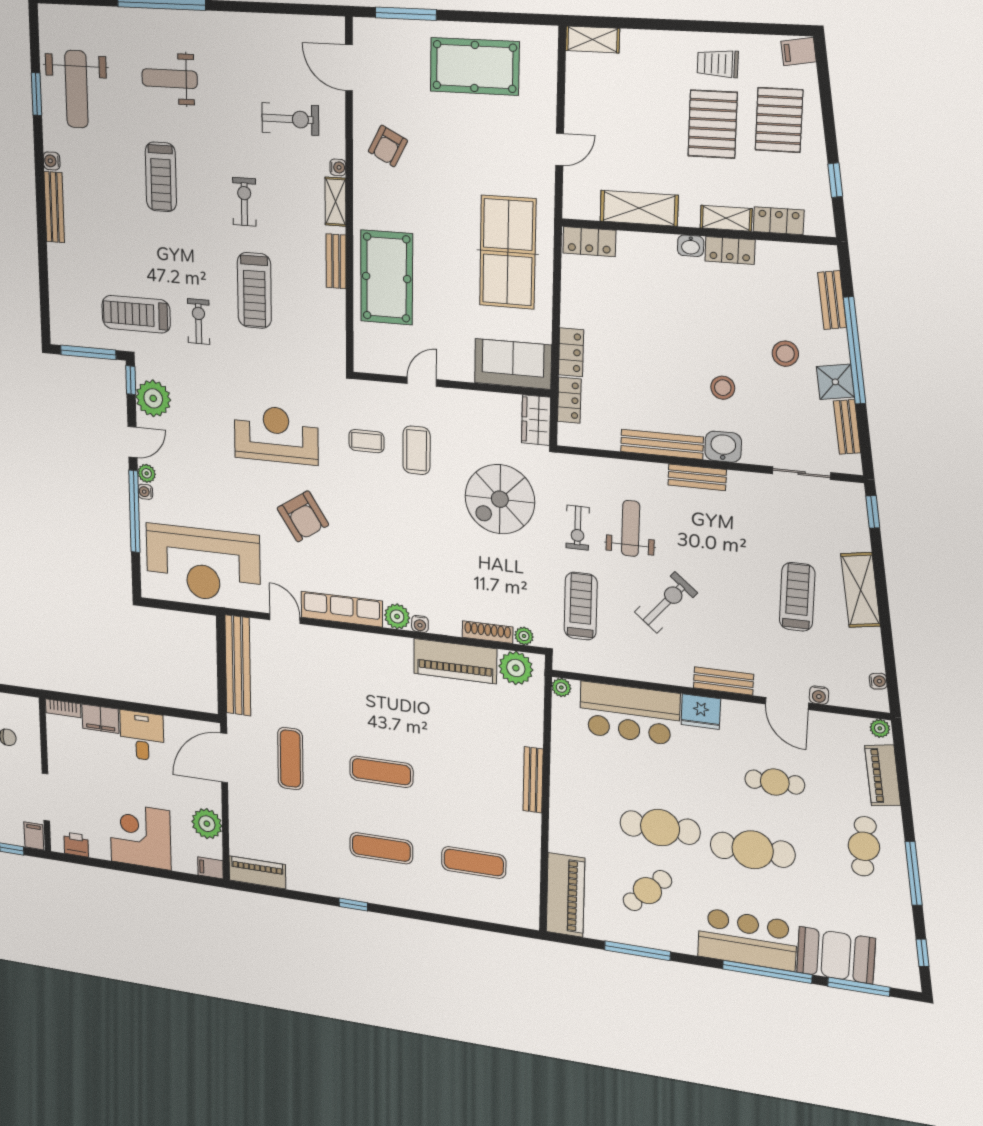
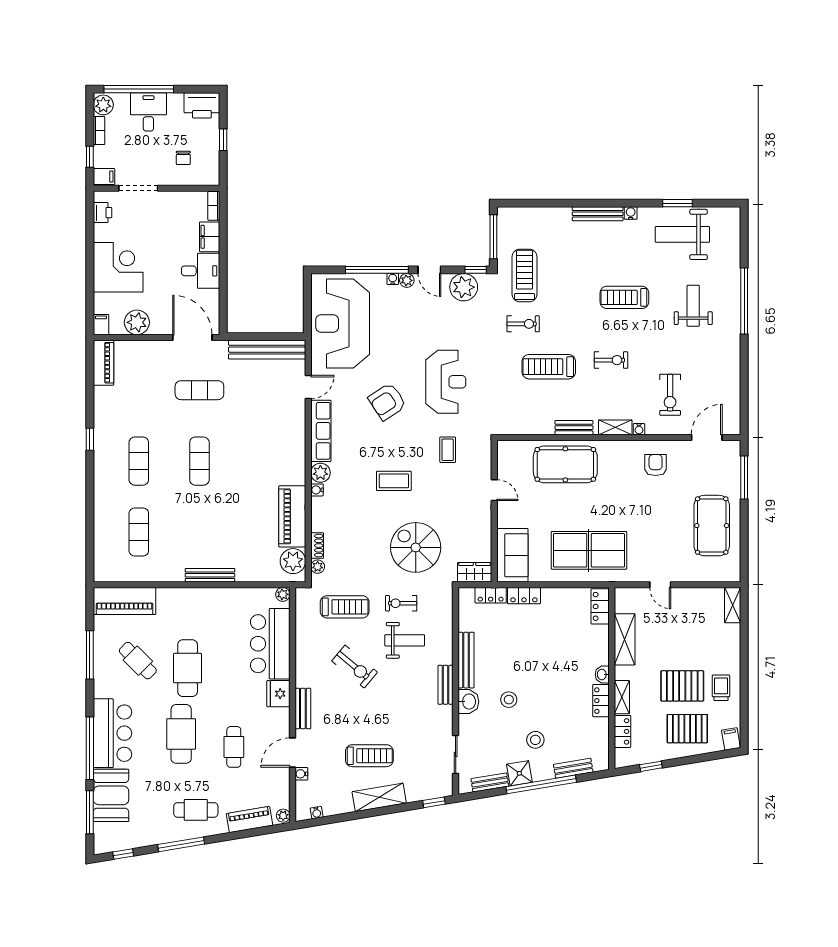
armchair: (388, 146) -> (656, 465), turned 63
coffee table: (417, 450) -> (394, 481), moved
shoe rack: (488, 632) -> (317, 546), width x0.70

